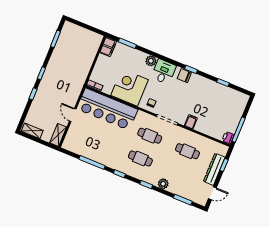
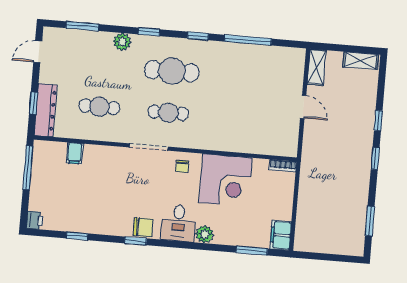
bar counter: (107, 109) -> (250, 134), removed
filing cabinet: (191, 122) -> (75, 153), moved
printer: (228, 138) -> (35, 220), moved
cafe table: (140, 158) -> (172, 71), width x1.37, depth x1.35
dresser: (214, 169) -> (46, 110), moved

